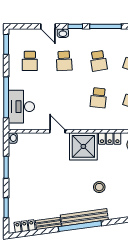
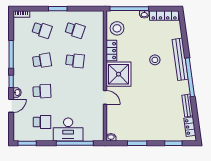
desk: (21, 107) -> (68, 130), moved
door: (57, 131) -> (105, 97), swing flipped
bench: (84, 217) -> (180, 59), moved

